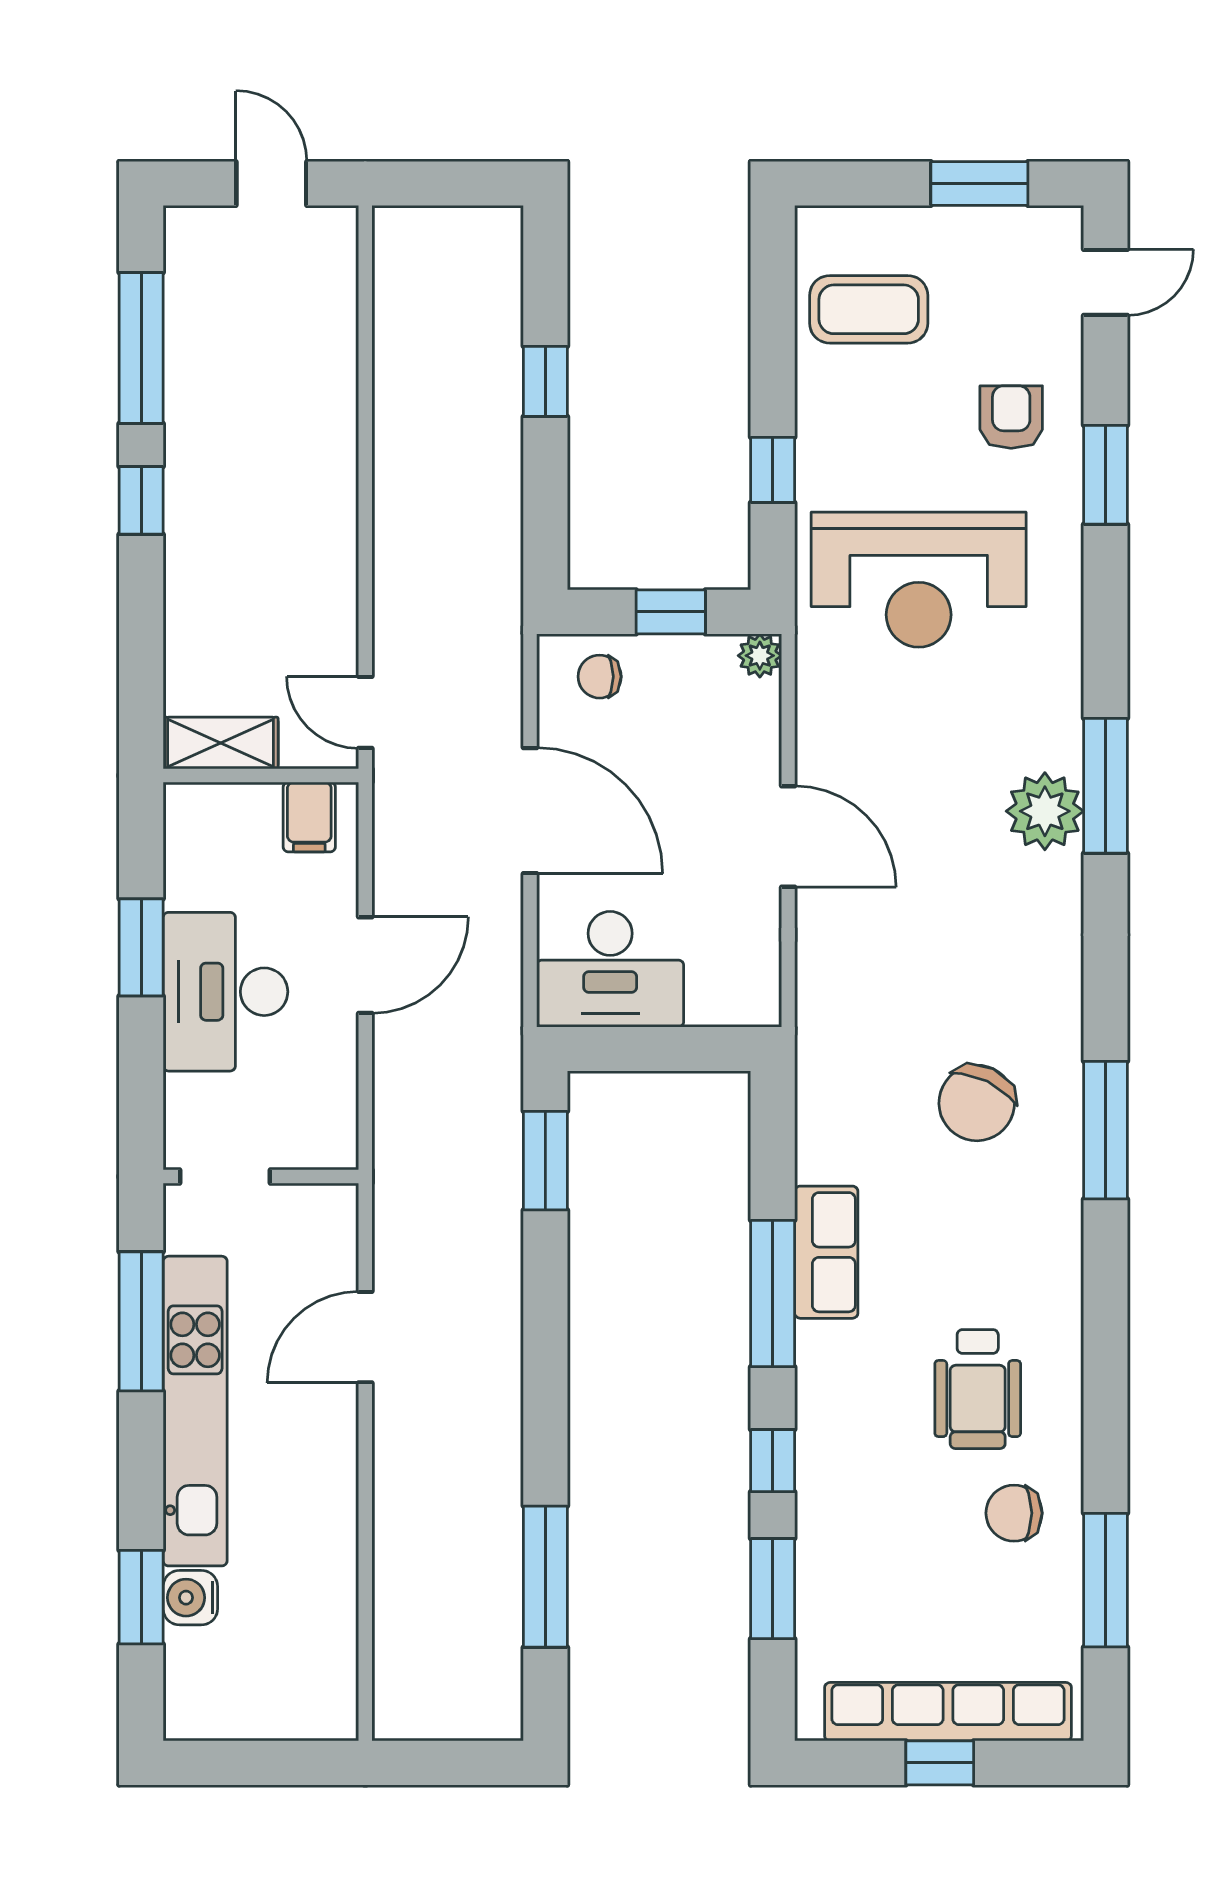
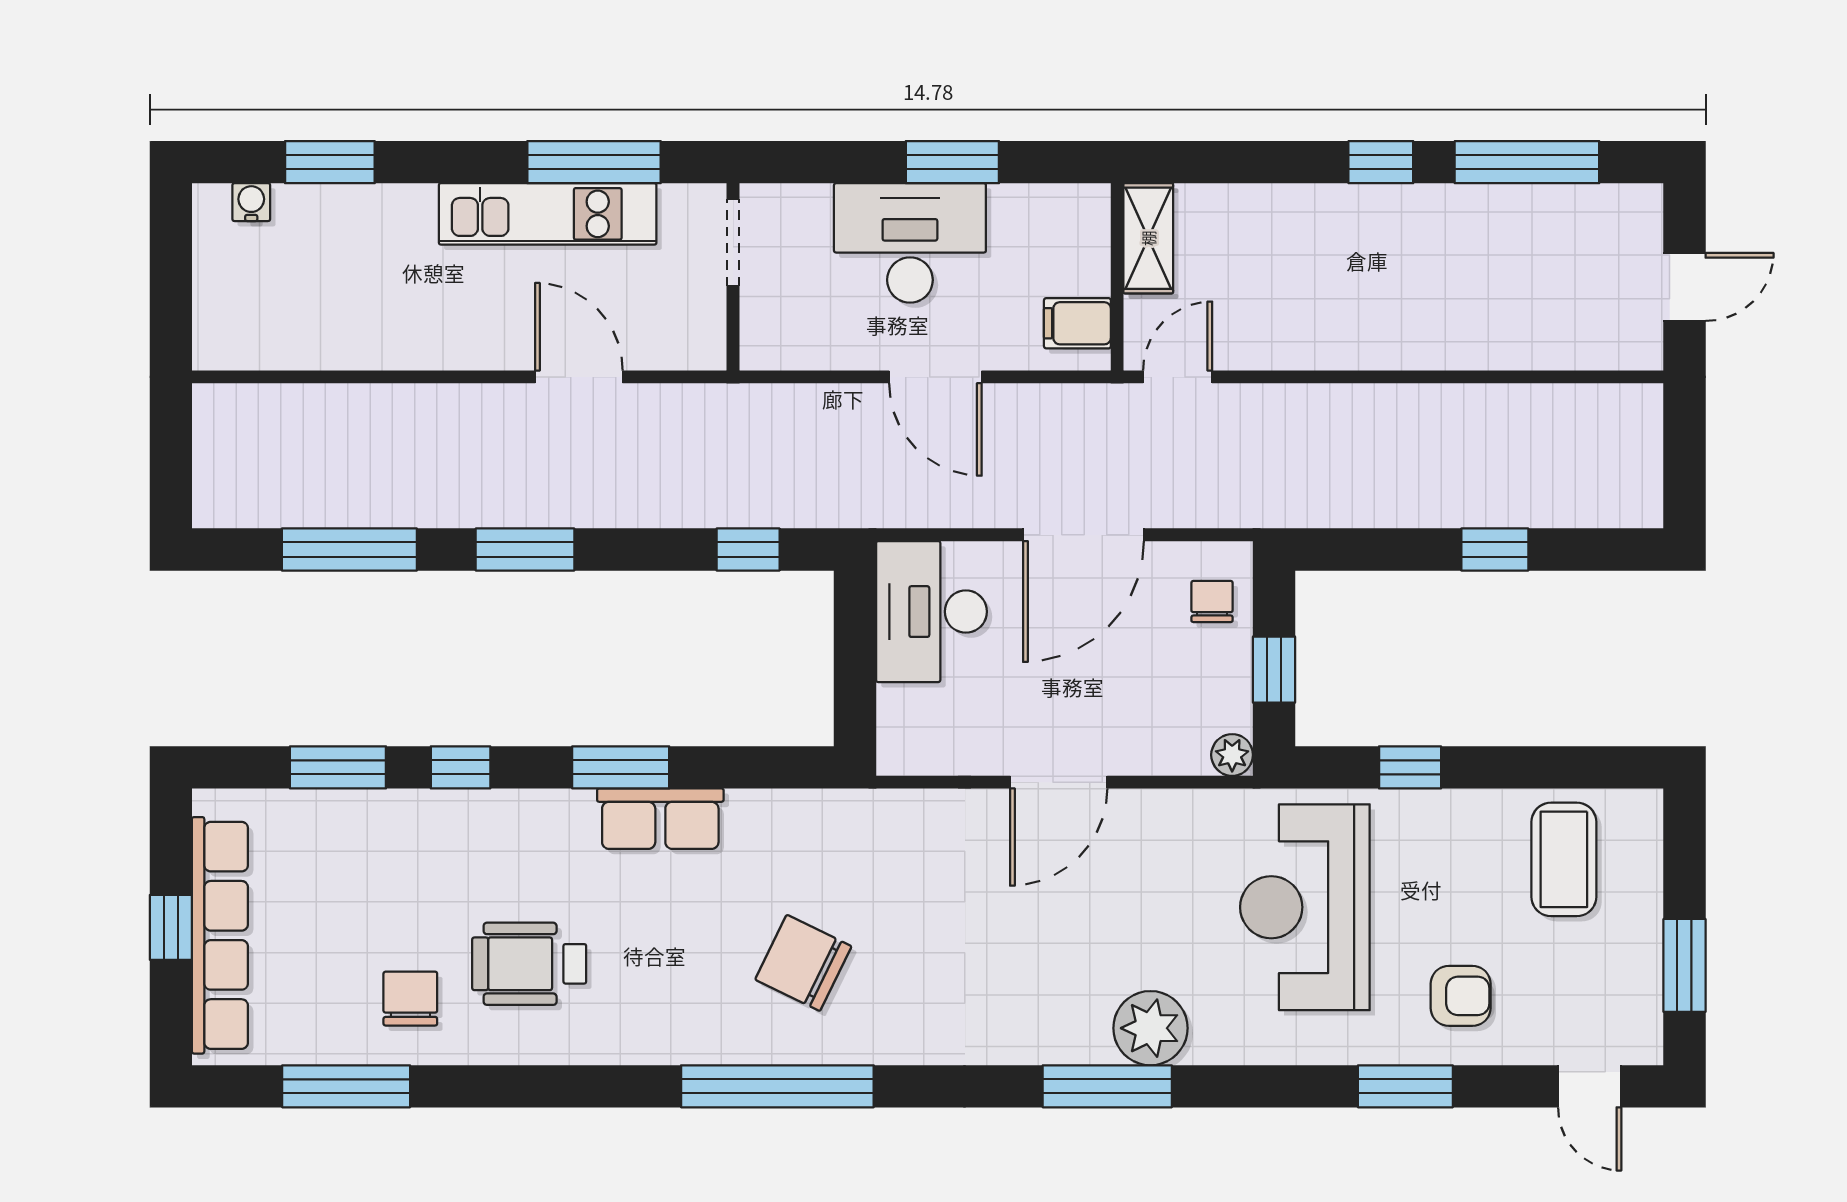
plant: (1045, 811) -> (1150, 1028), moved
window: (1106, 1130) -> (777, 1086), width x1.46
window: (545, 1161) -> (748, 550), width x0.67
window: (773, 1294) -> (621, 767), width x0.69
window: (545, 1393) -> (525, 550), added
kitchen unit: (195, 1411) -> (548, 214), width x0.73
water cooler: (190, 1598) -> (251, 202), moved, width x0.72, depth x0.72

